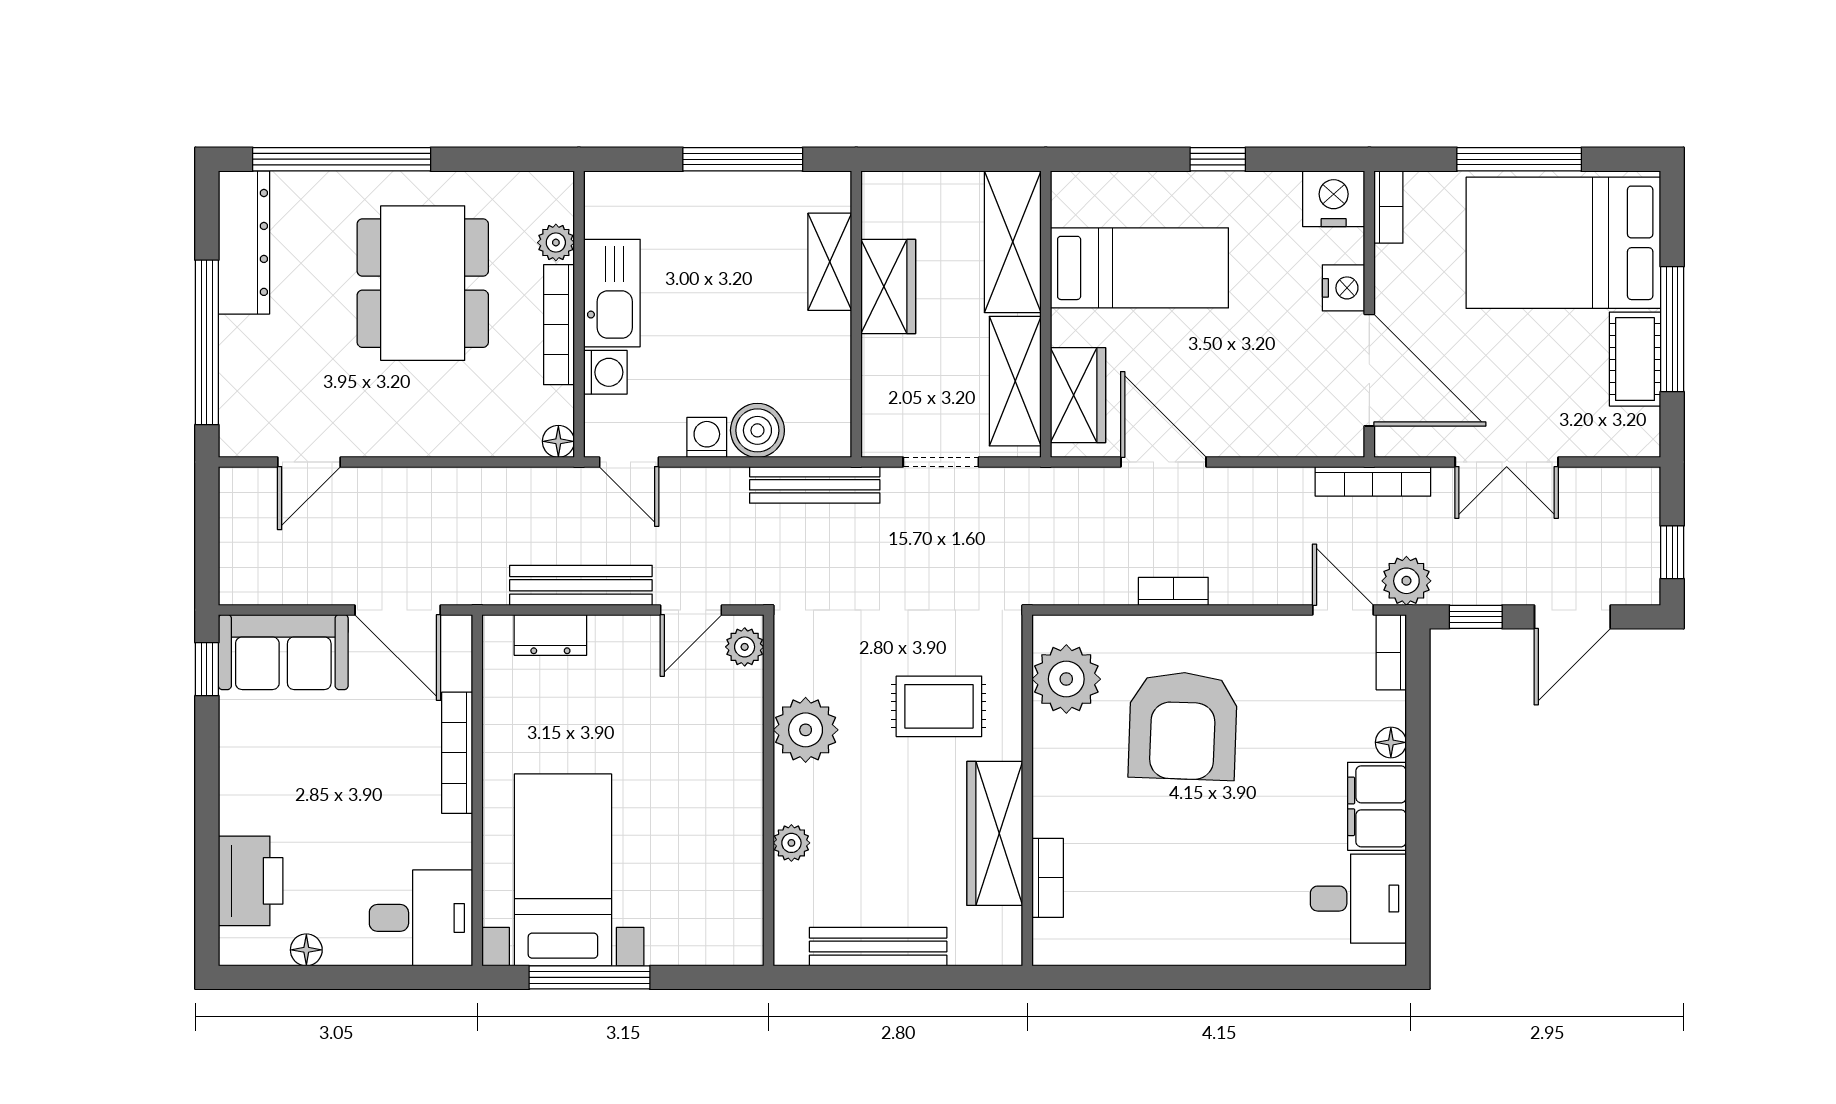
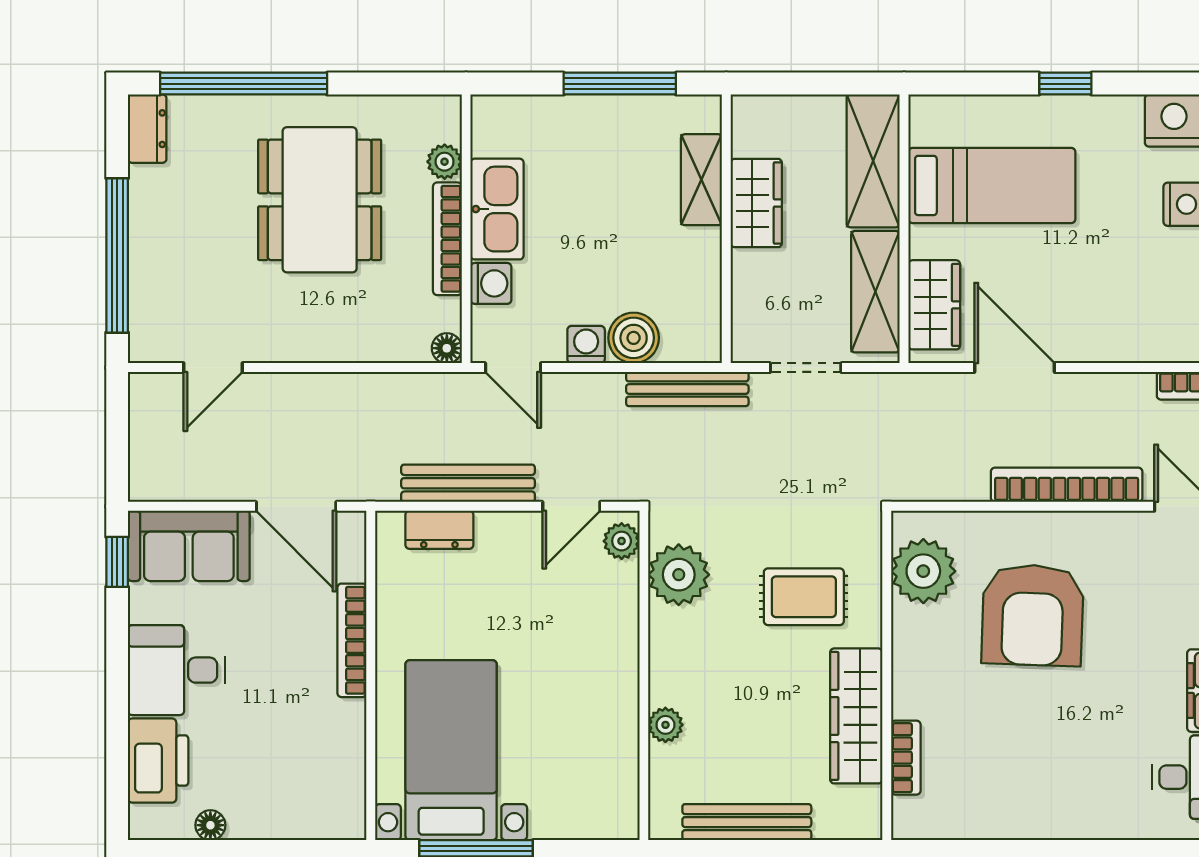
dresser: (244, 242) -> (147, 129), width x0.51, depth x0.80
bookcase: (1173, 591) -> (1067, 485), width x2.31, depth x1.31
plant: (806, 730) -> (679, 575), moved
desk: (421, 918) -> (176, 670), moved, turned 180

